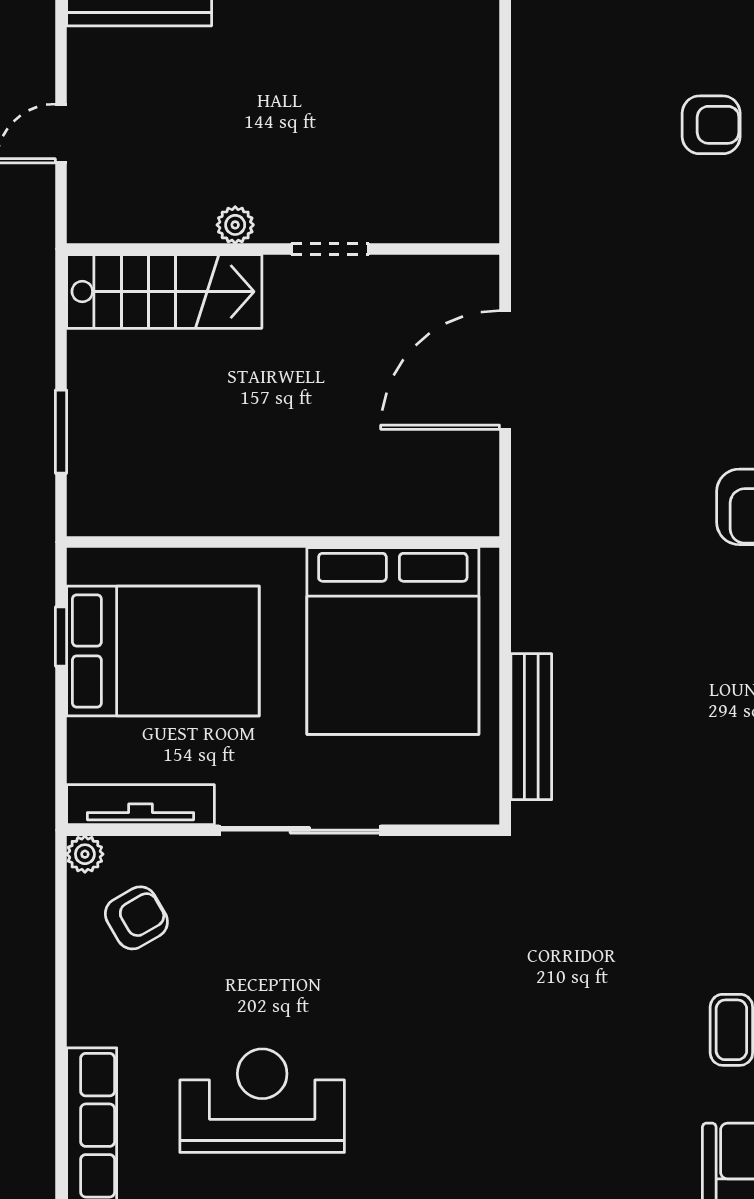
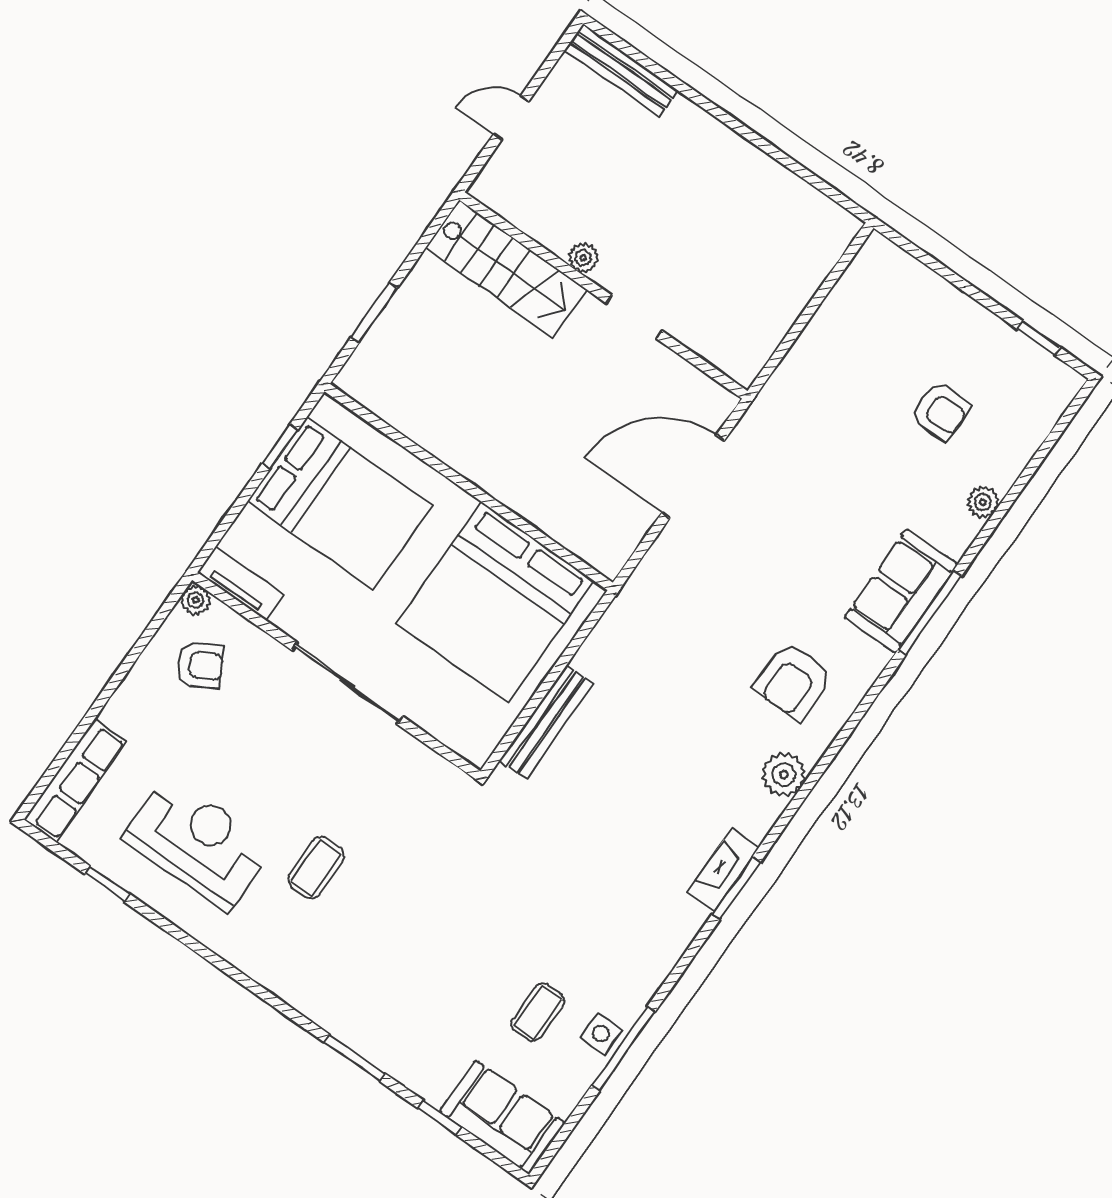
tv unit: (140, 805) -> (241, 583), width x0.71
coffee table: (401, 1041) -> (316, 868), added

